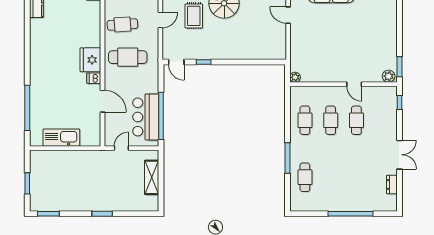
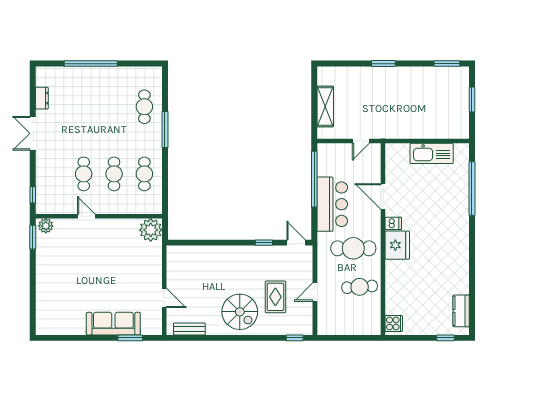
plant: (295, 77) -> (151, 230), width x1.87, depth x1.87
bar counter: (146, 117) -> (332, 204), moved

